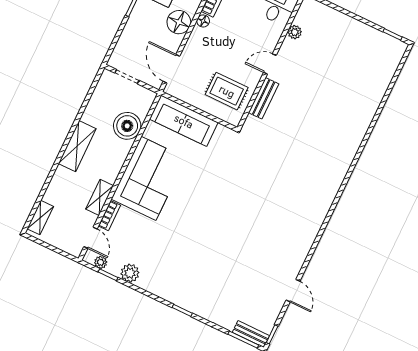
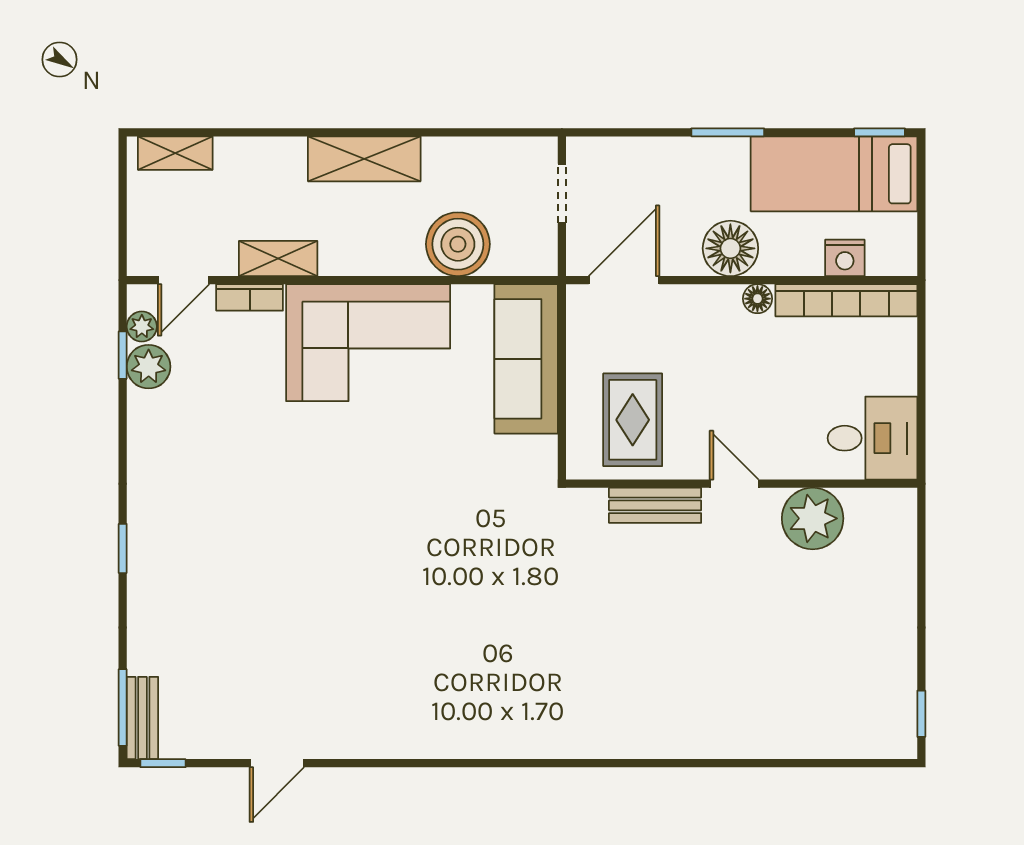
plant: (295, 32) -> (813, 518), width x1.88, depth x1.88
plant: (130, 273) -> (149, 367), moved

